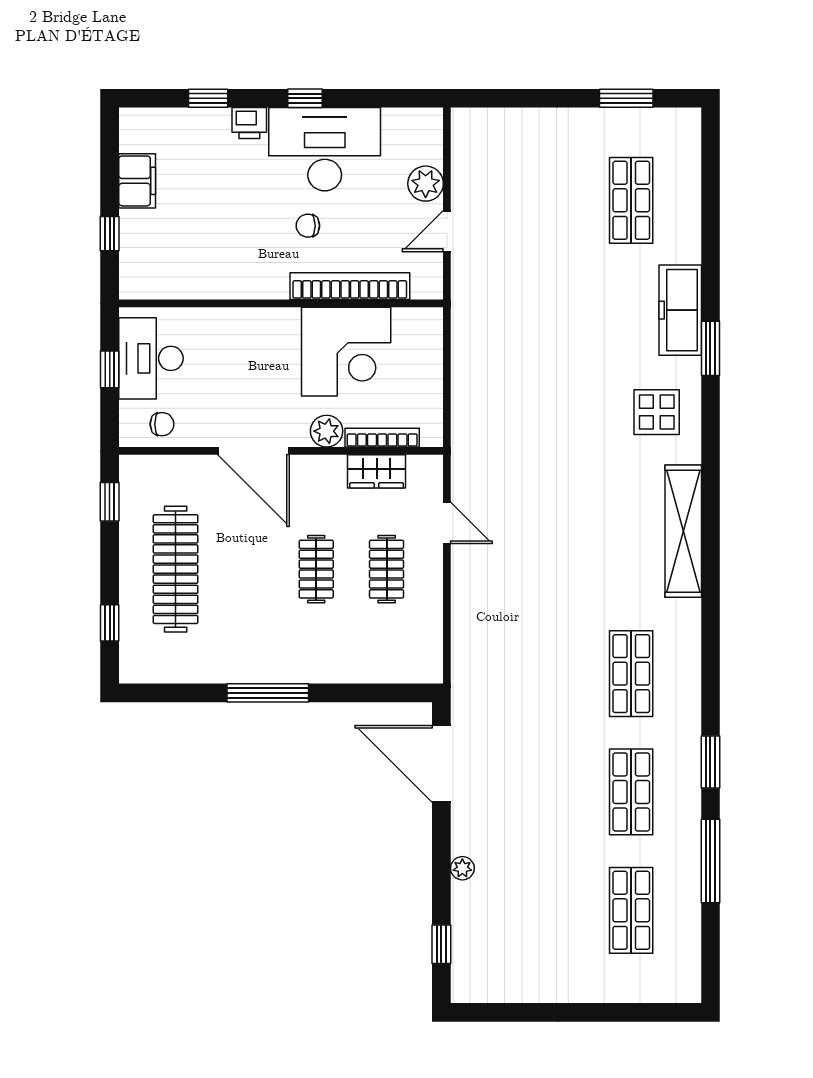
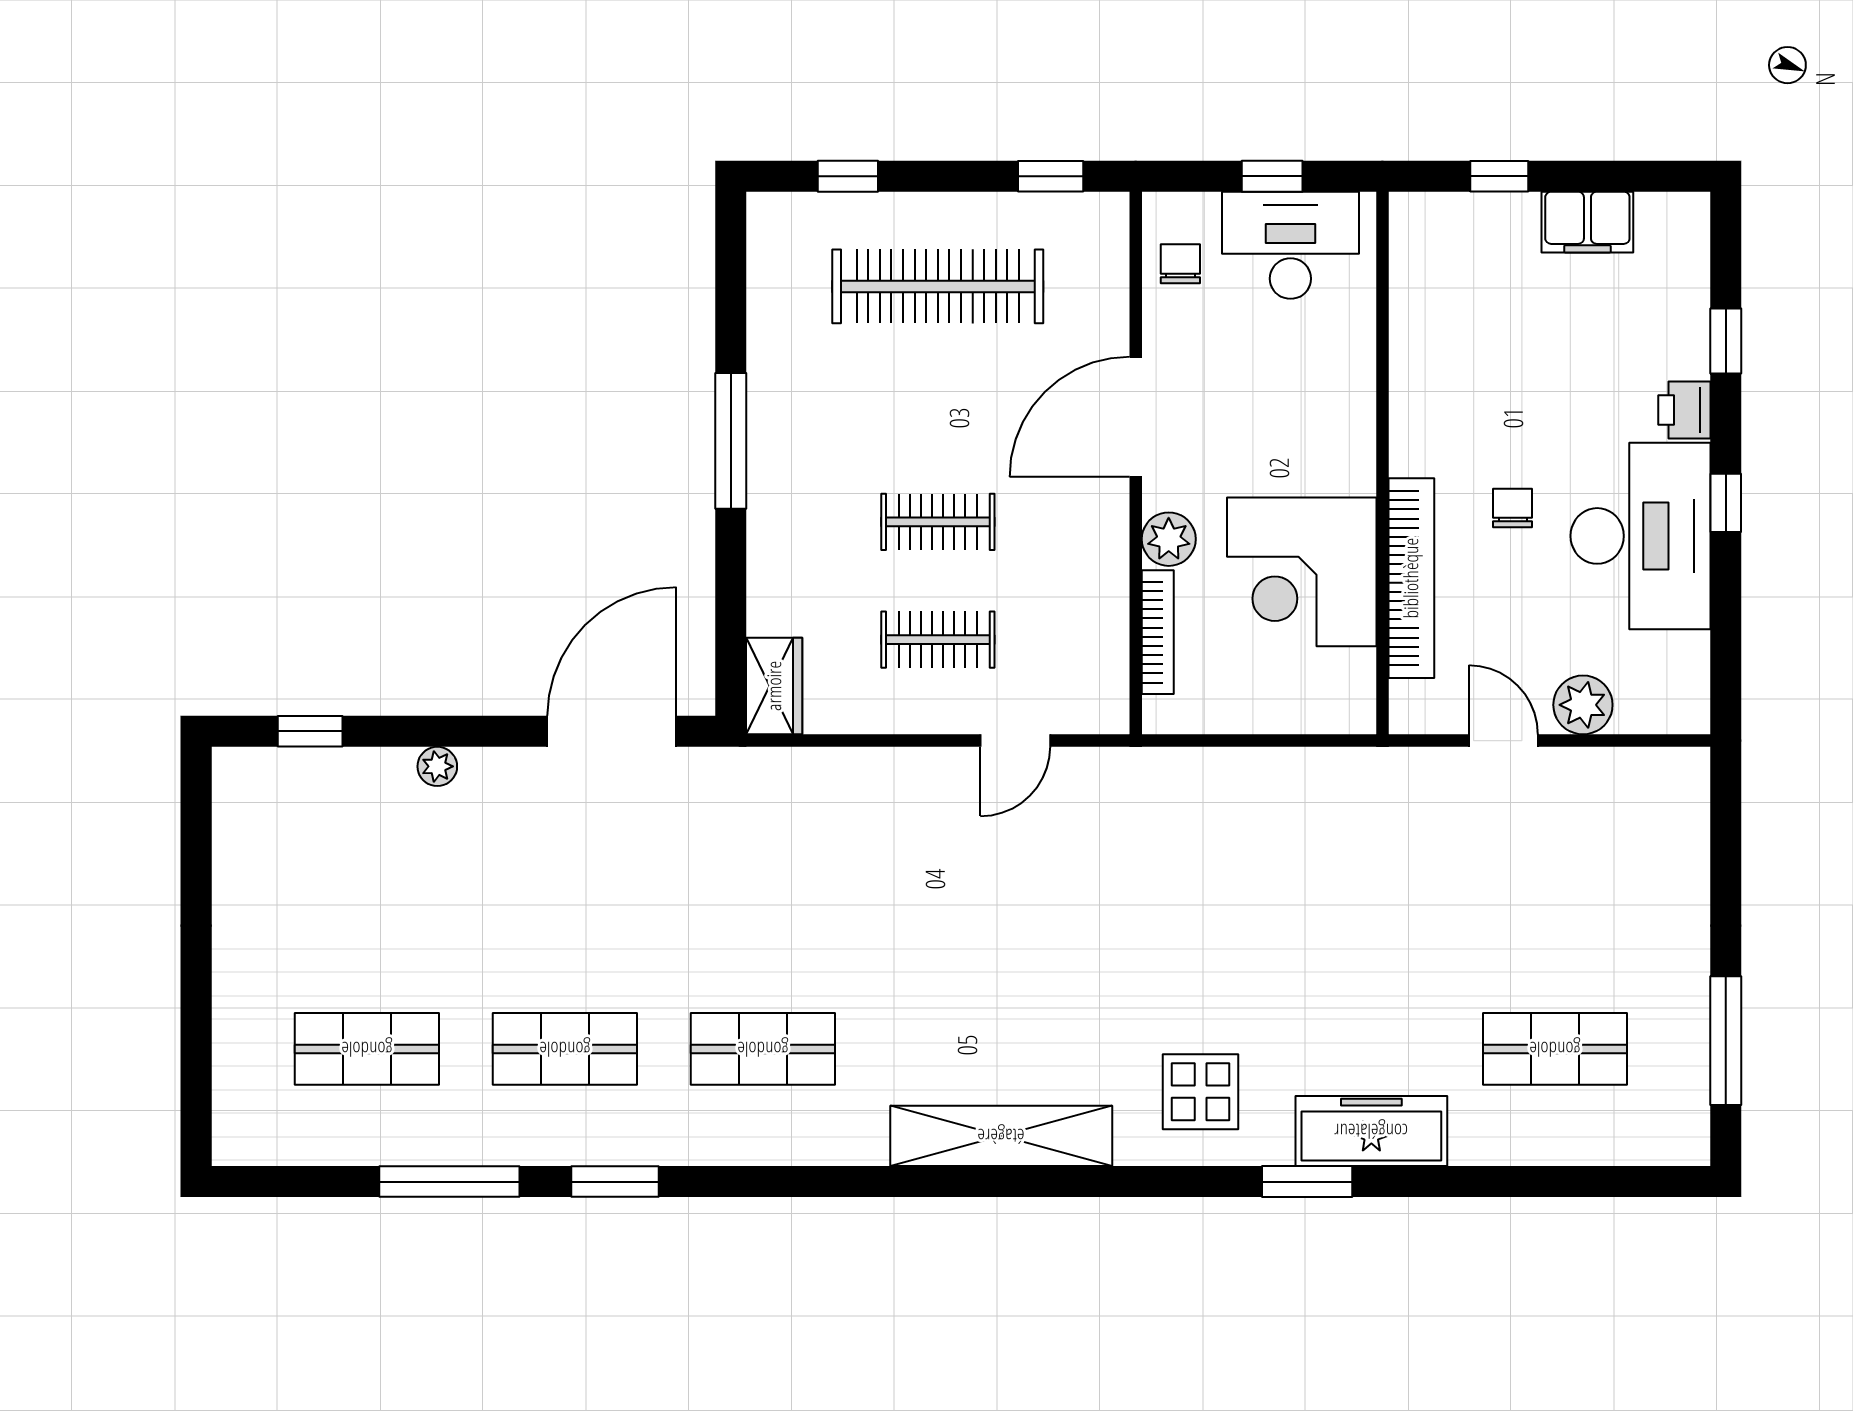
window: (626, 98) -> (1726, 1041), width x1.44
chair: (162, 424) -> (1180, 264), turned 180
wardrobe: (377, 471) -> (774, 686), moved, turned 180

